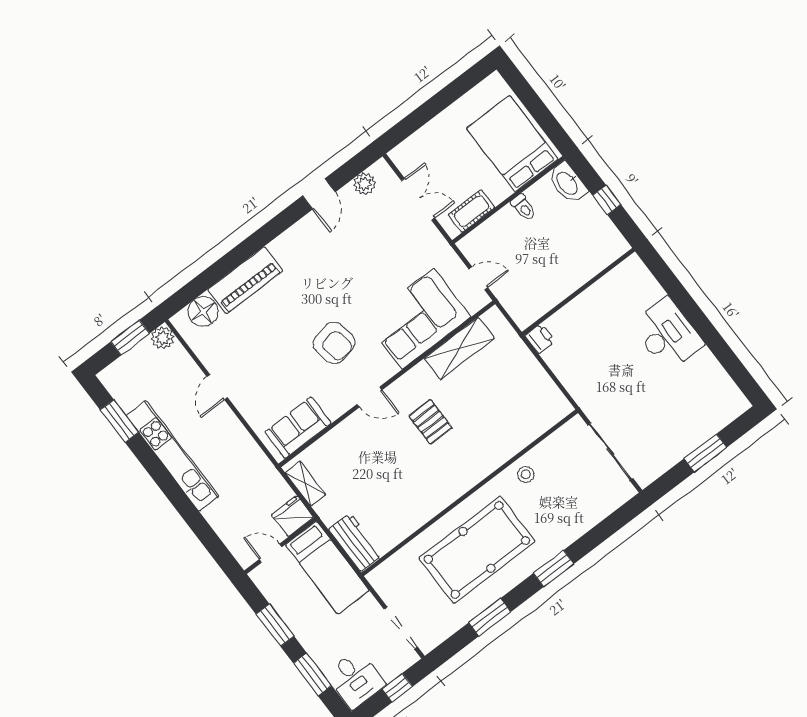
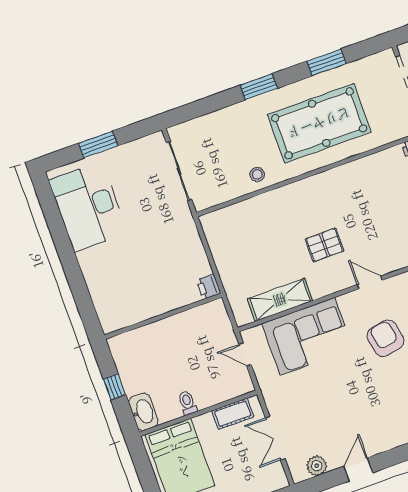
desk: (667, 334) -> (88, 207), moved, width x1.36, depth x1.30
pallet: (430, 422) -> (324, 245), turned 90

